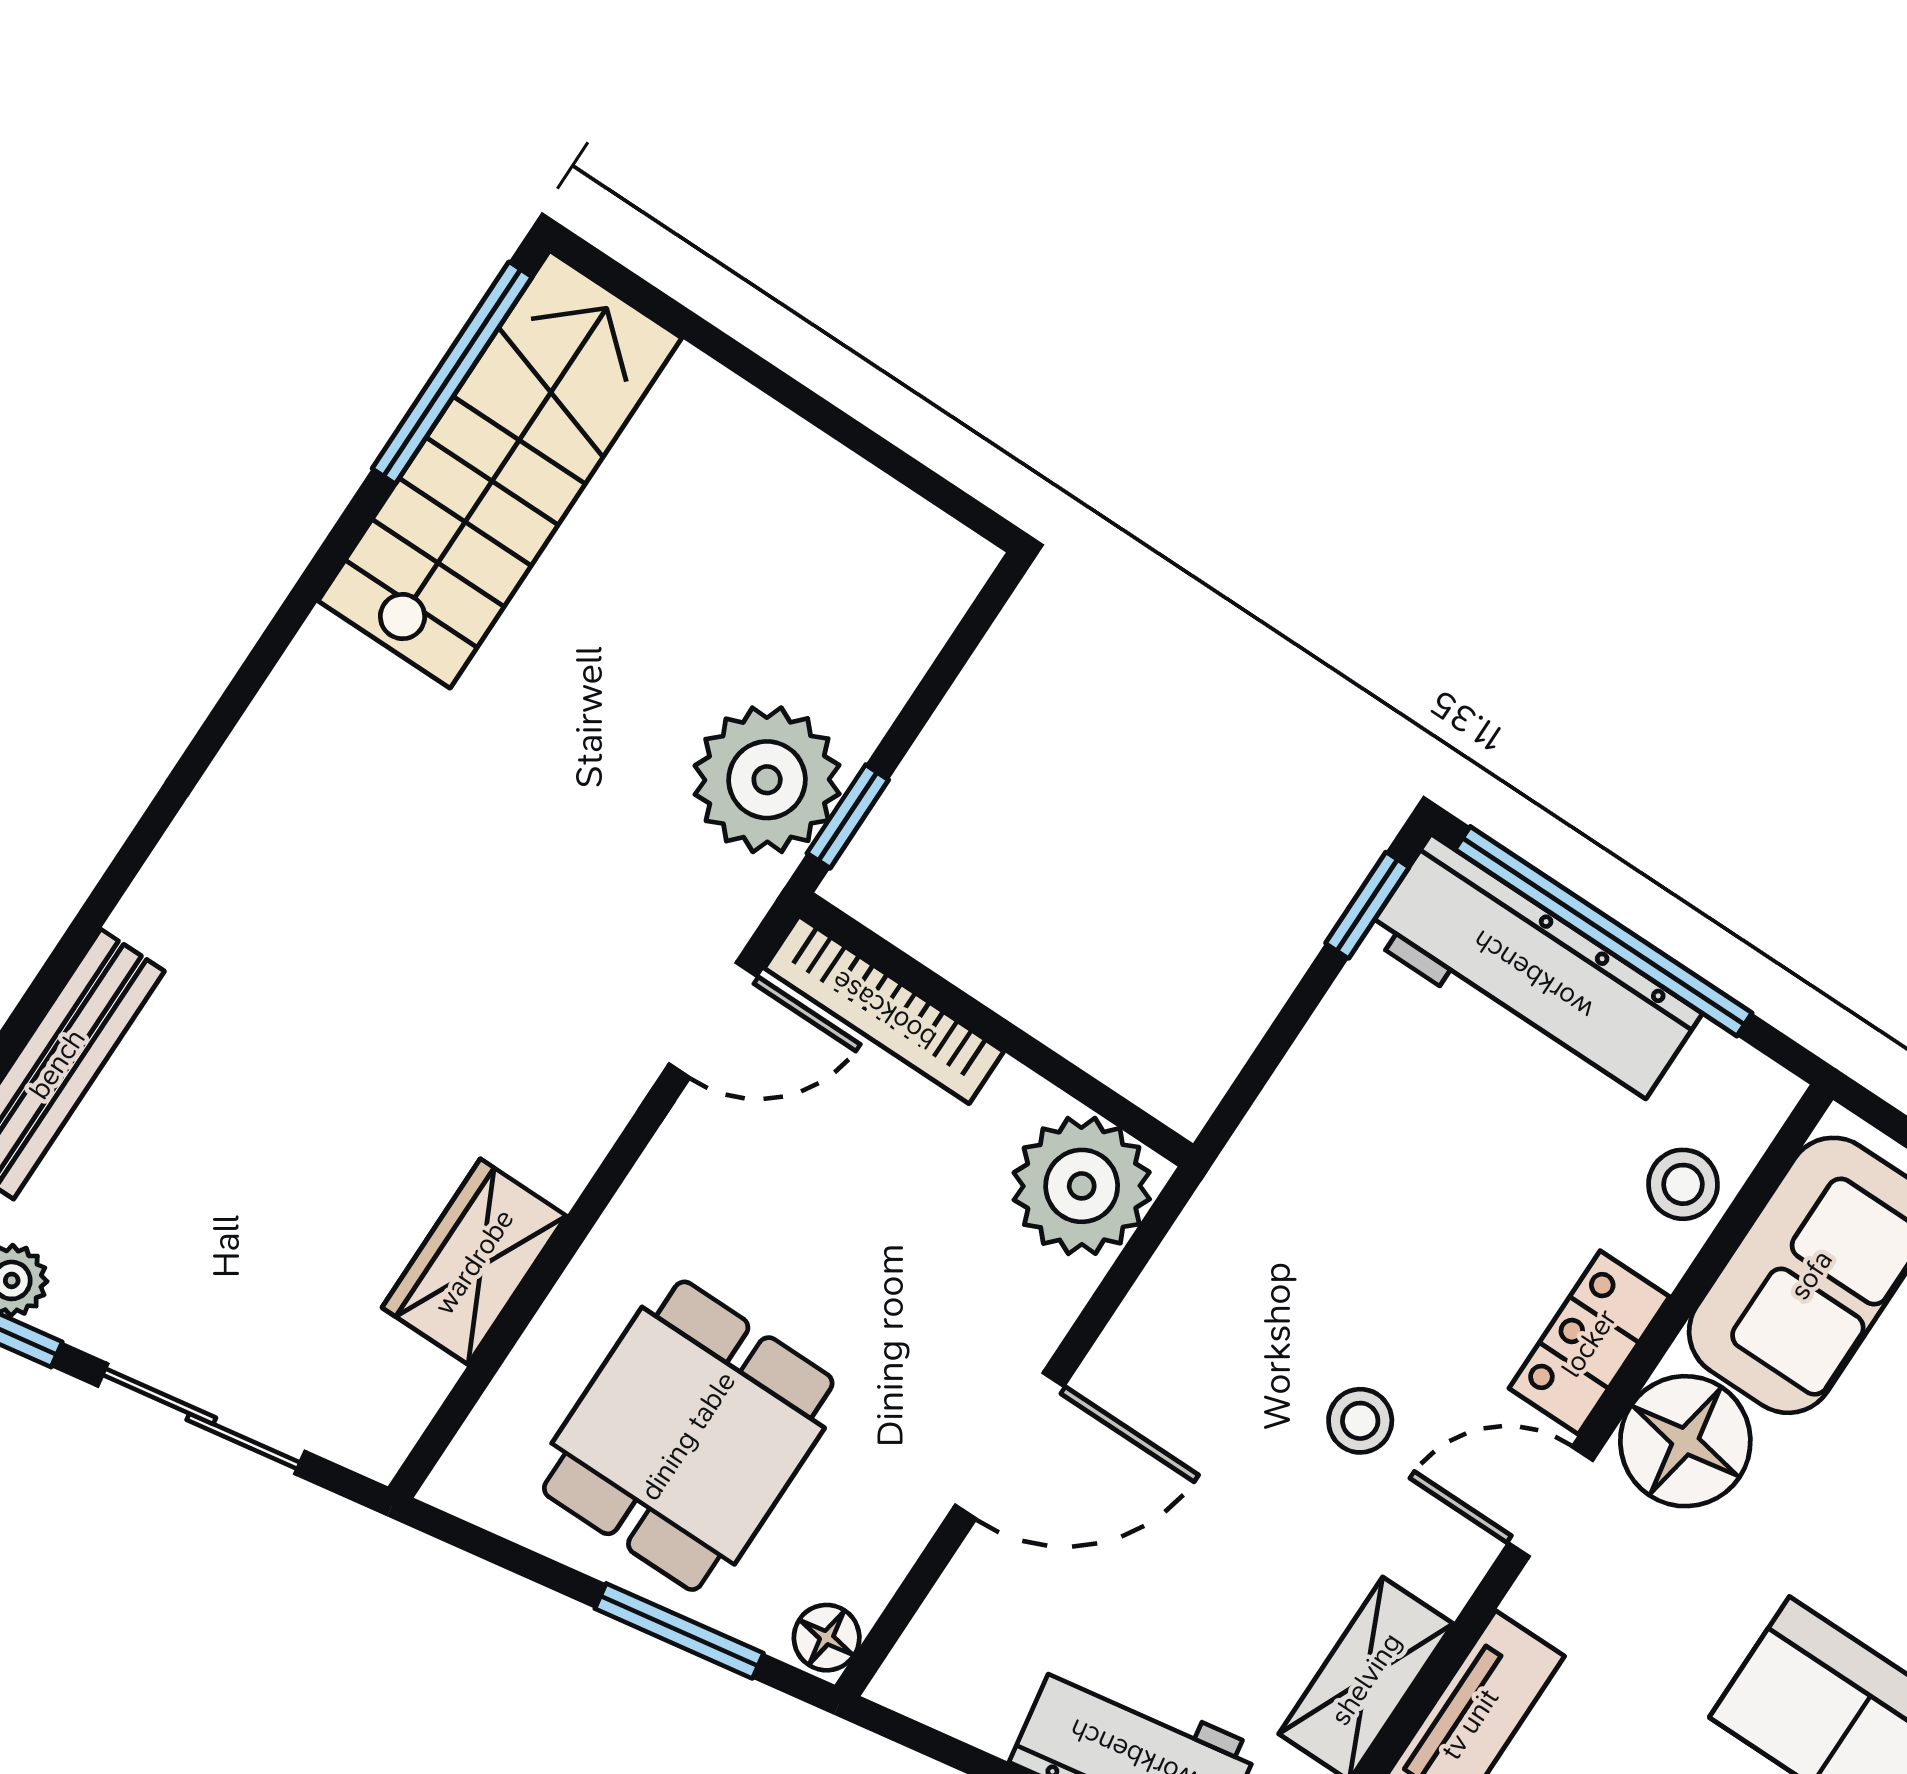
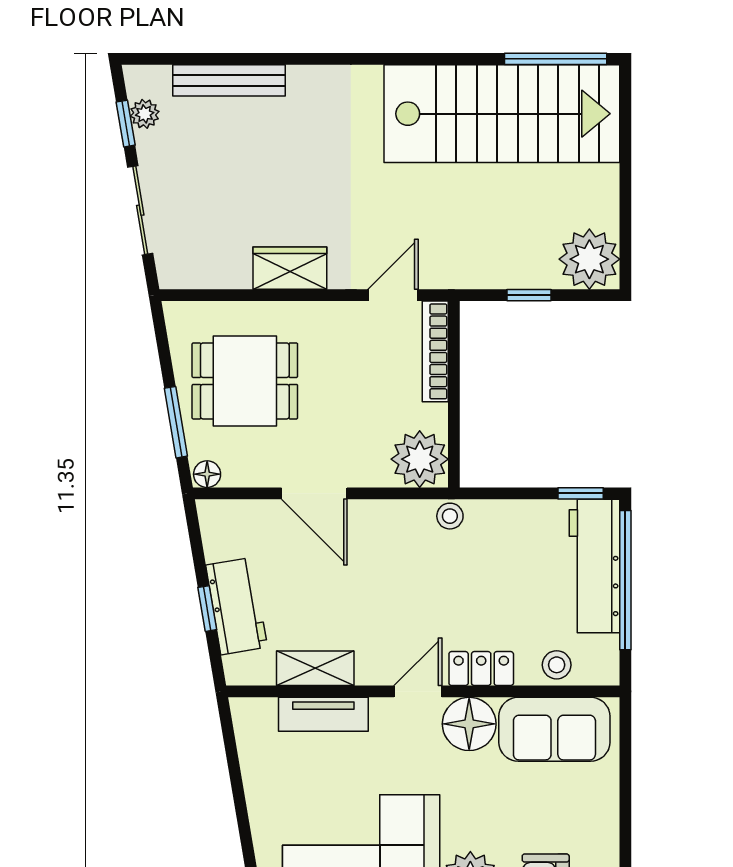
stairs: (500, 469) -> (502, 114), width x1.36, depth x1.51
plant: (767, 780) -> (589, 259), moved
window: (848, 816) -> (529, 295), moved
door: (713, 1020) -> (393, 295), swing flipped
wardrobe: (474, 1262) -> (290, 268), moved
stool: (1360, 1421) -> (450, 516), moved
door: (1551, 1502) -> (418, 691), hinge flipped

